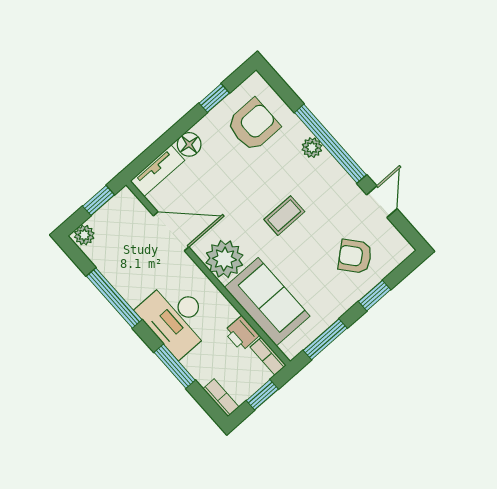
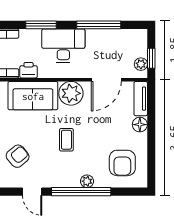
window: (214, 98) -> (151, 156), removed
plant: (84, 235) -> (141, 64), moved

